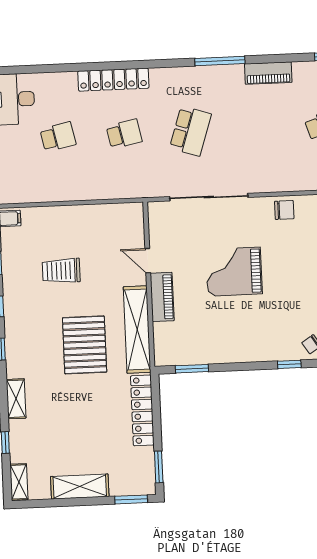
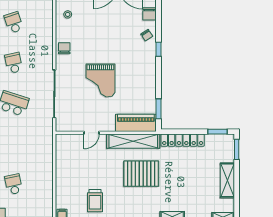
school desk: (124, 134) -> (14, 63), moved
trolley: (61, 271) -> (95, 201), moved
piano: (162, 297) -> (136, 123), moved, width x1.37, depth x1.33

